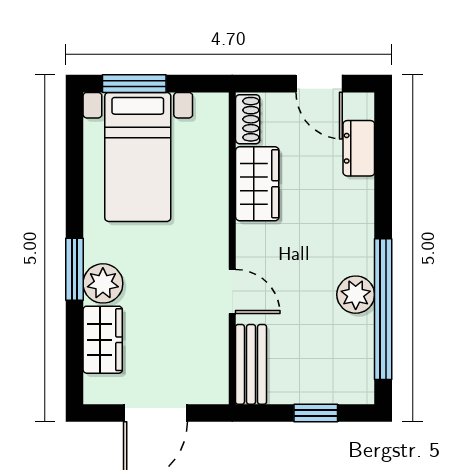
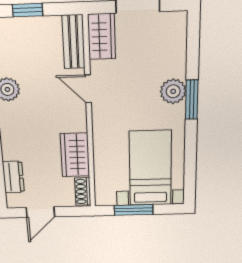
window: (134, 84) -> (134, 210), moved
door: (319, 84) -> (40, 212), swing flipped
wardrobe: (103, 340) -> (102, 37), moved, turned 180

